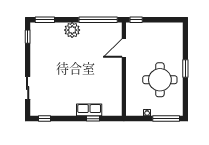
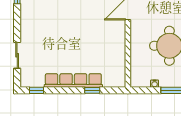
row of seats: (89, 110) -> (73, 81), width x2.02

